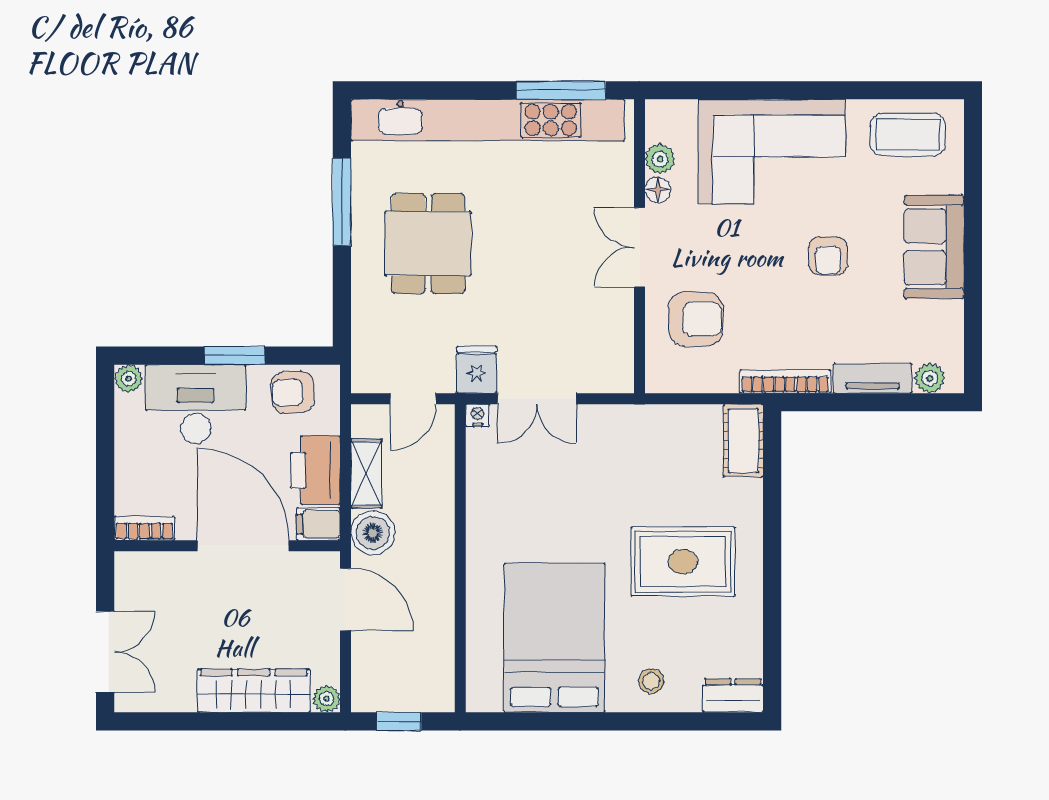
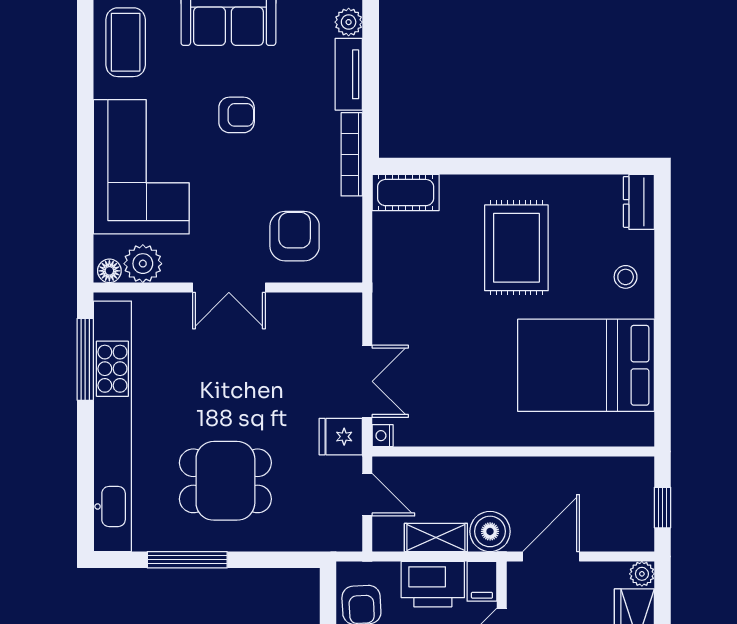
plant: (660, 159) -> (143, 264), width x1.38, depth x1.38
floor lamp: (658, 190) -> (109, 271), moved

